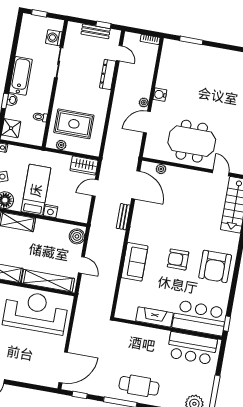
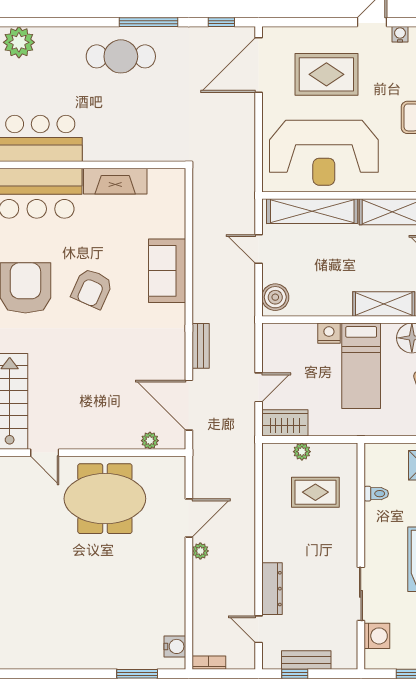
water cooler: (160, 95) -> (175, 646), moved
rug: (74, 124) -> (315, 492), width x0.73, depth x0.70
plant: (61, 145) -> (302, 452), moved
armchair: (178, 259) -> (92, 288), turned 114
rug: (26, 355) -> (326, 74), added

